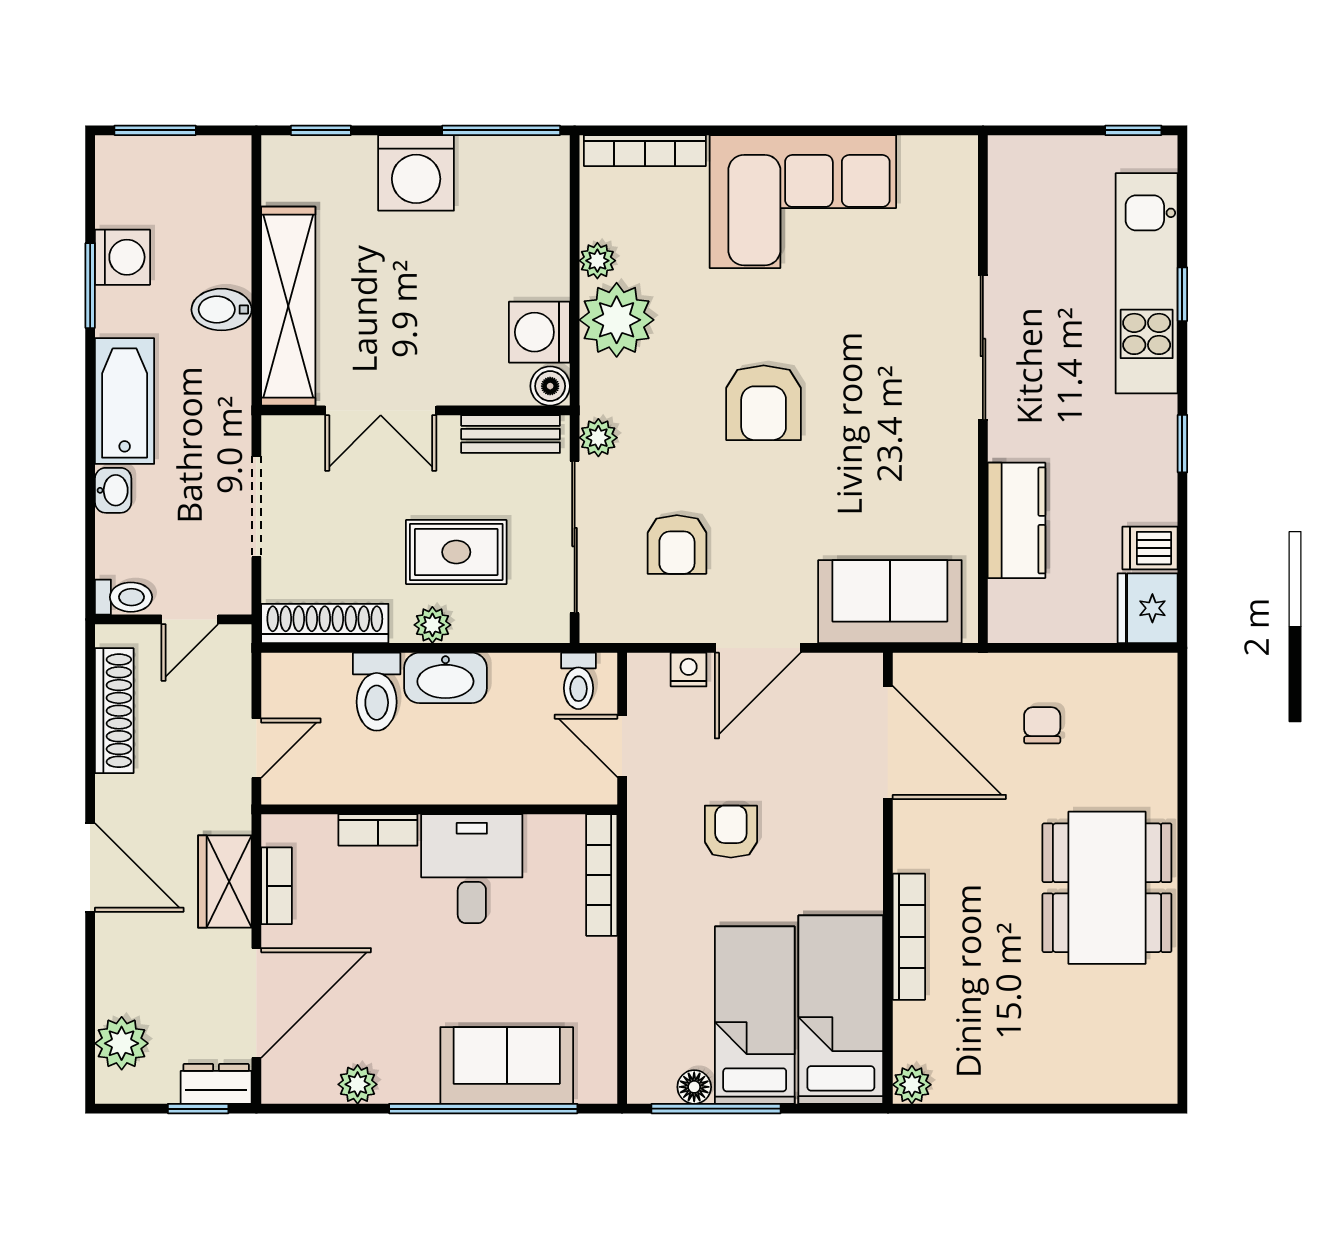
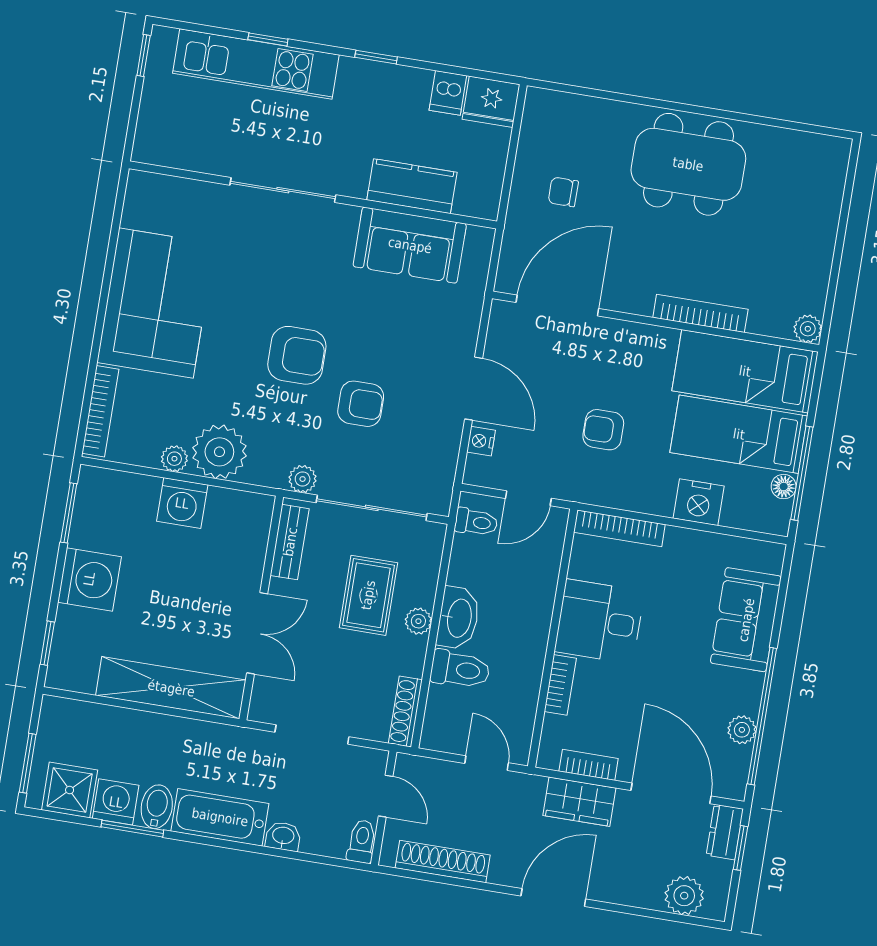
window: (501, 130) -> (69, 513), width x0.69
shower: (128, 193) -> (70, 790), added
bidet: (222, 310) -> (157, 807), moved, turned 180
washing machine: (539, 332) -> (182, 503), moved
boiler: (550, 386) -> (259, 508), removed
armchair: (677, 544) -> (361, 404), moved
sofa: (890, 602) -> (410, 245), moved, turned -90
shoe rack: (325, 623) -> (405, 712), width x0.74, depth x0.81
nightstand: (654, 976) -> (699, 502), added
window: (483, 1109) -> (762, 716), moved

